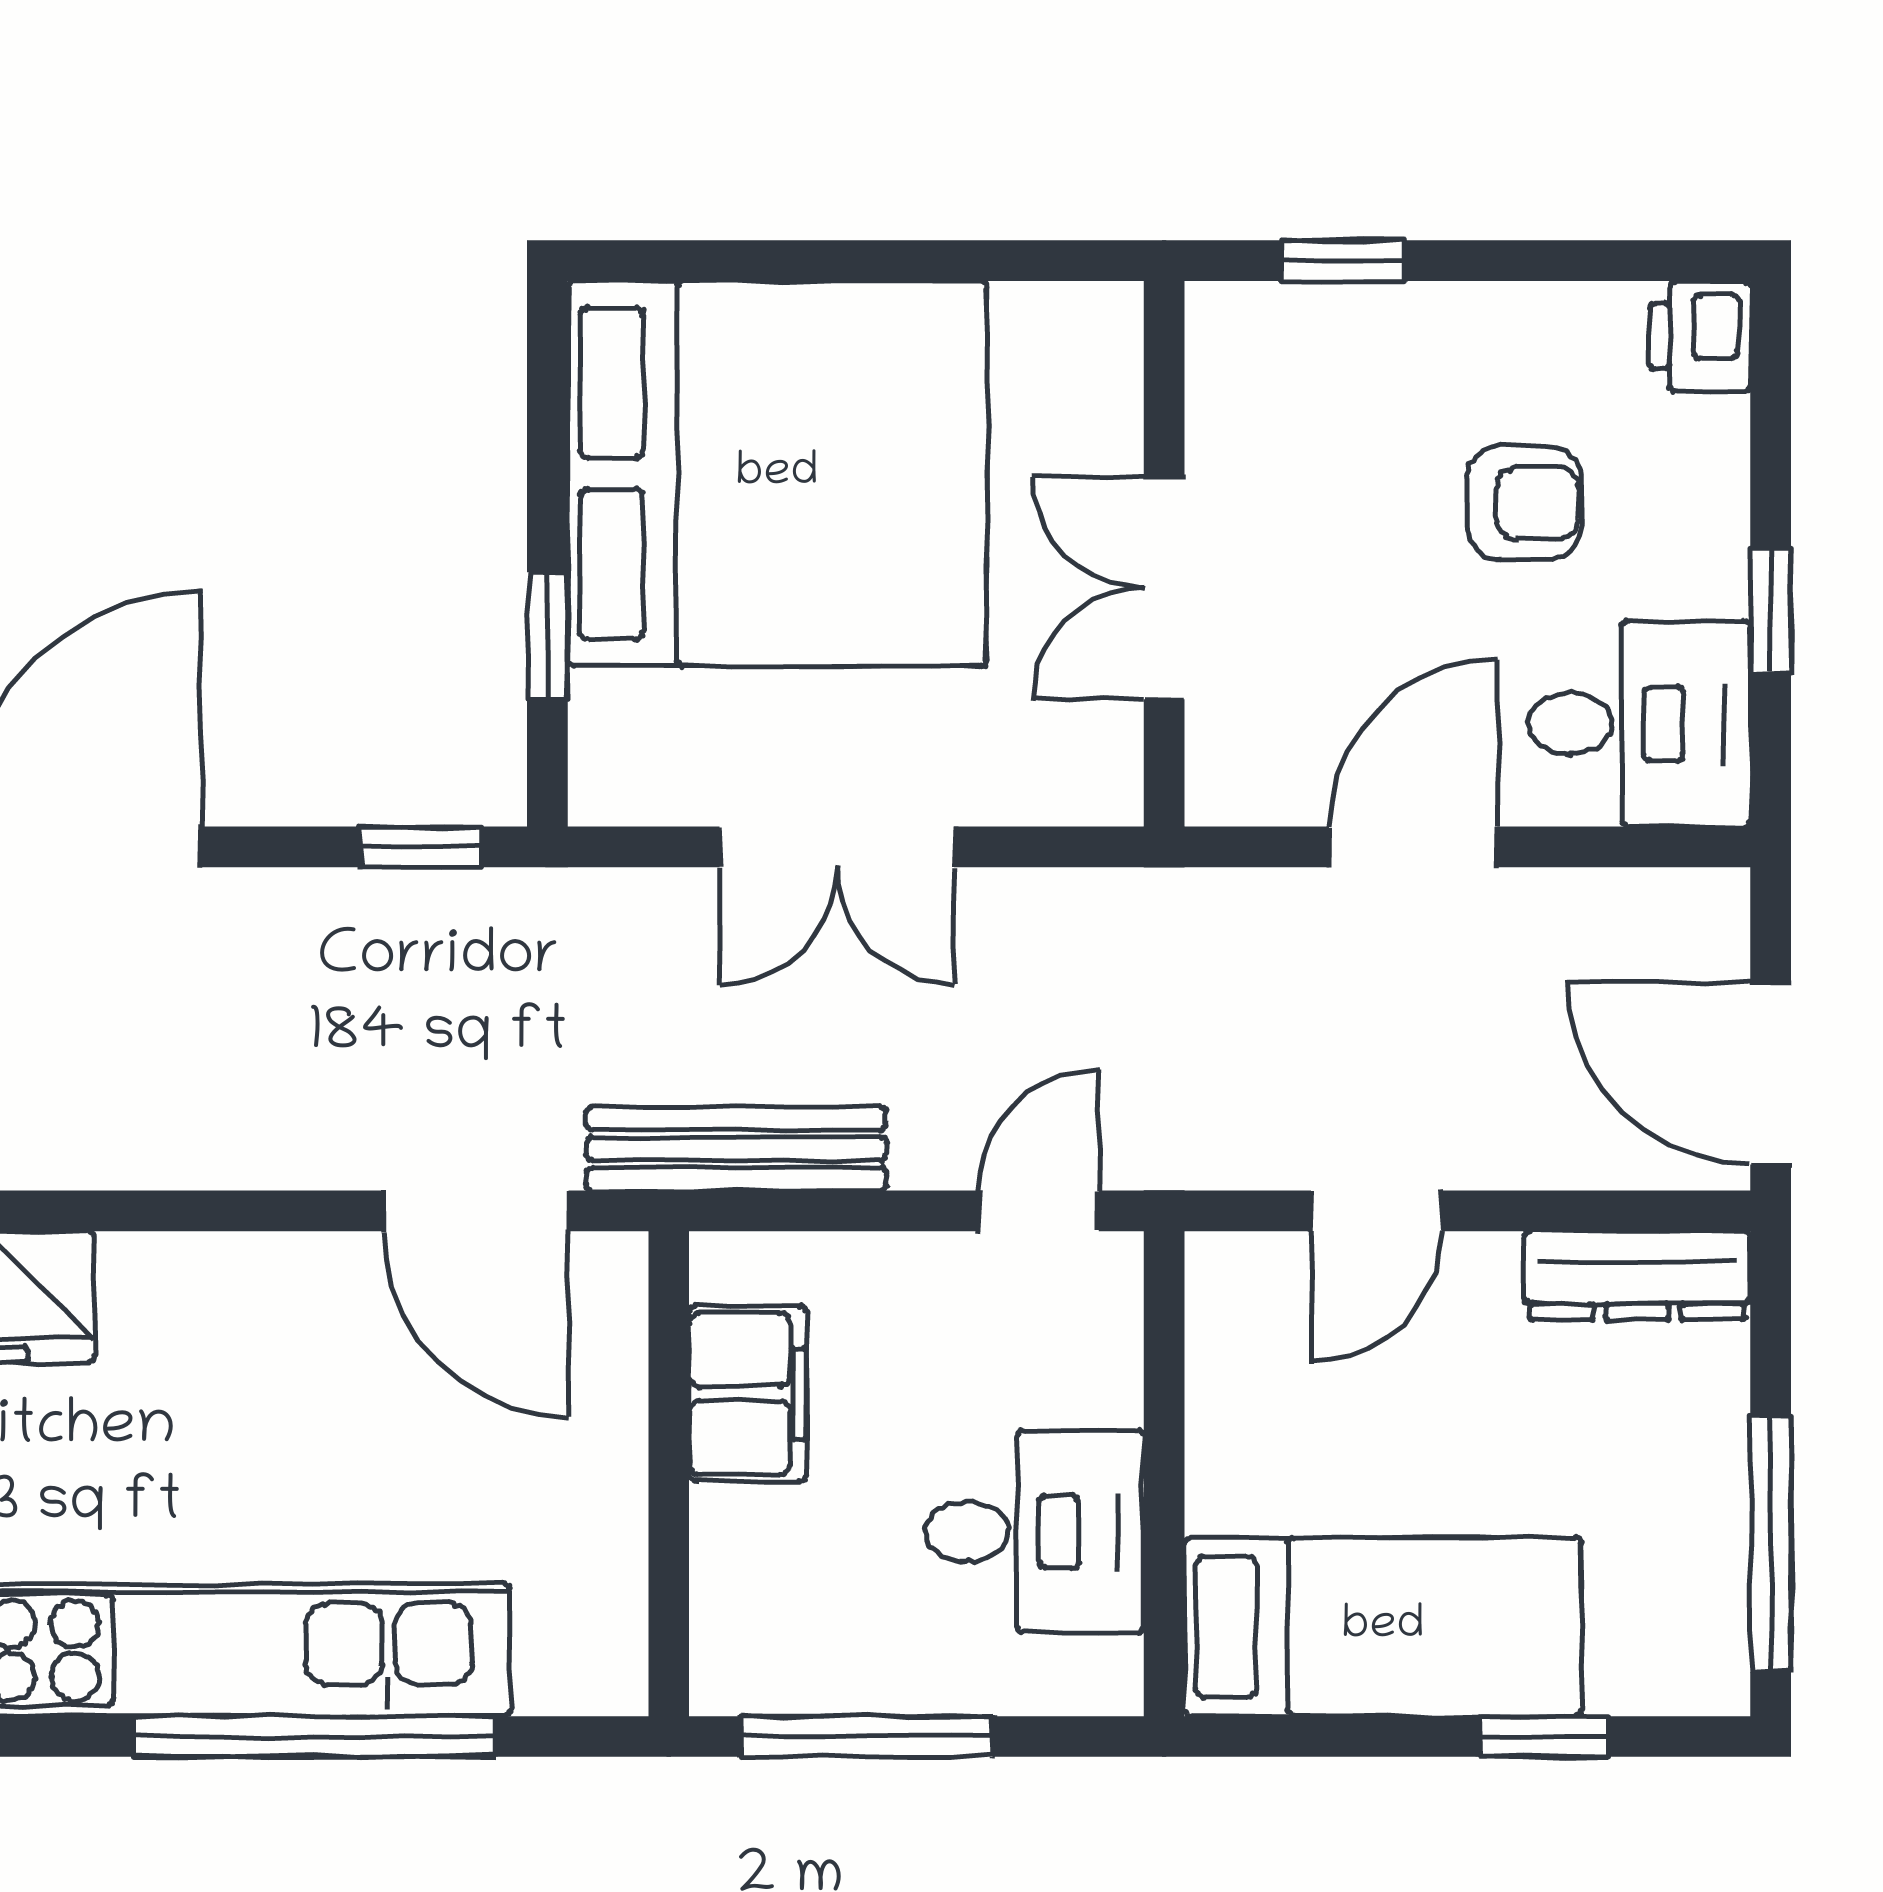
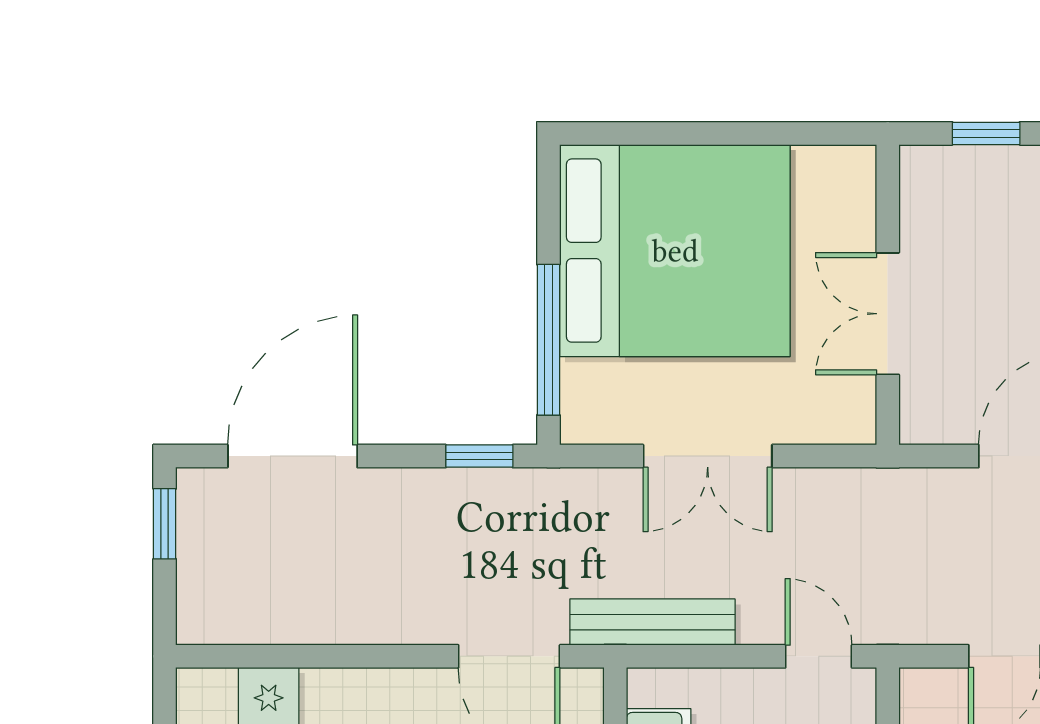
window: (547, 636) -> (548, 340), width x2.17
door: (1038, 1211) -> (819, 656), hinge flipped

